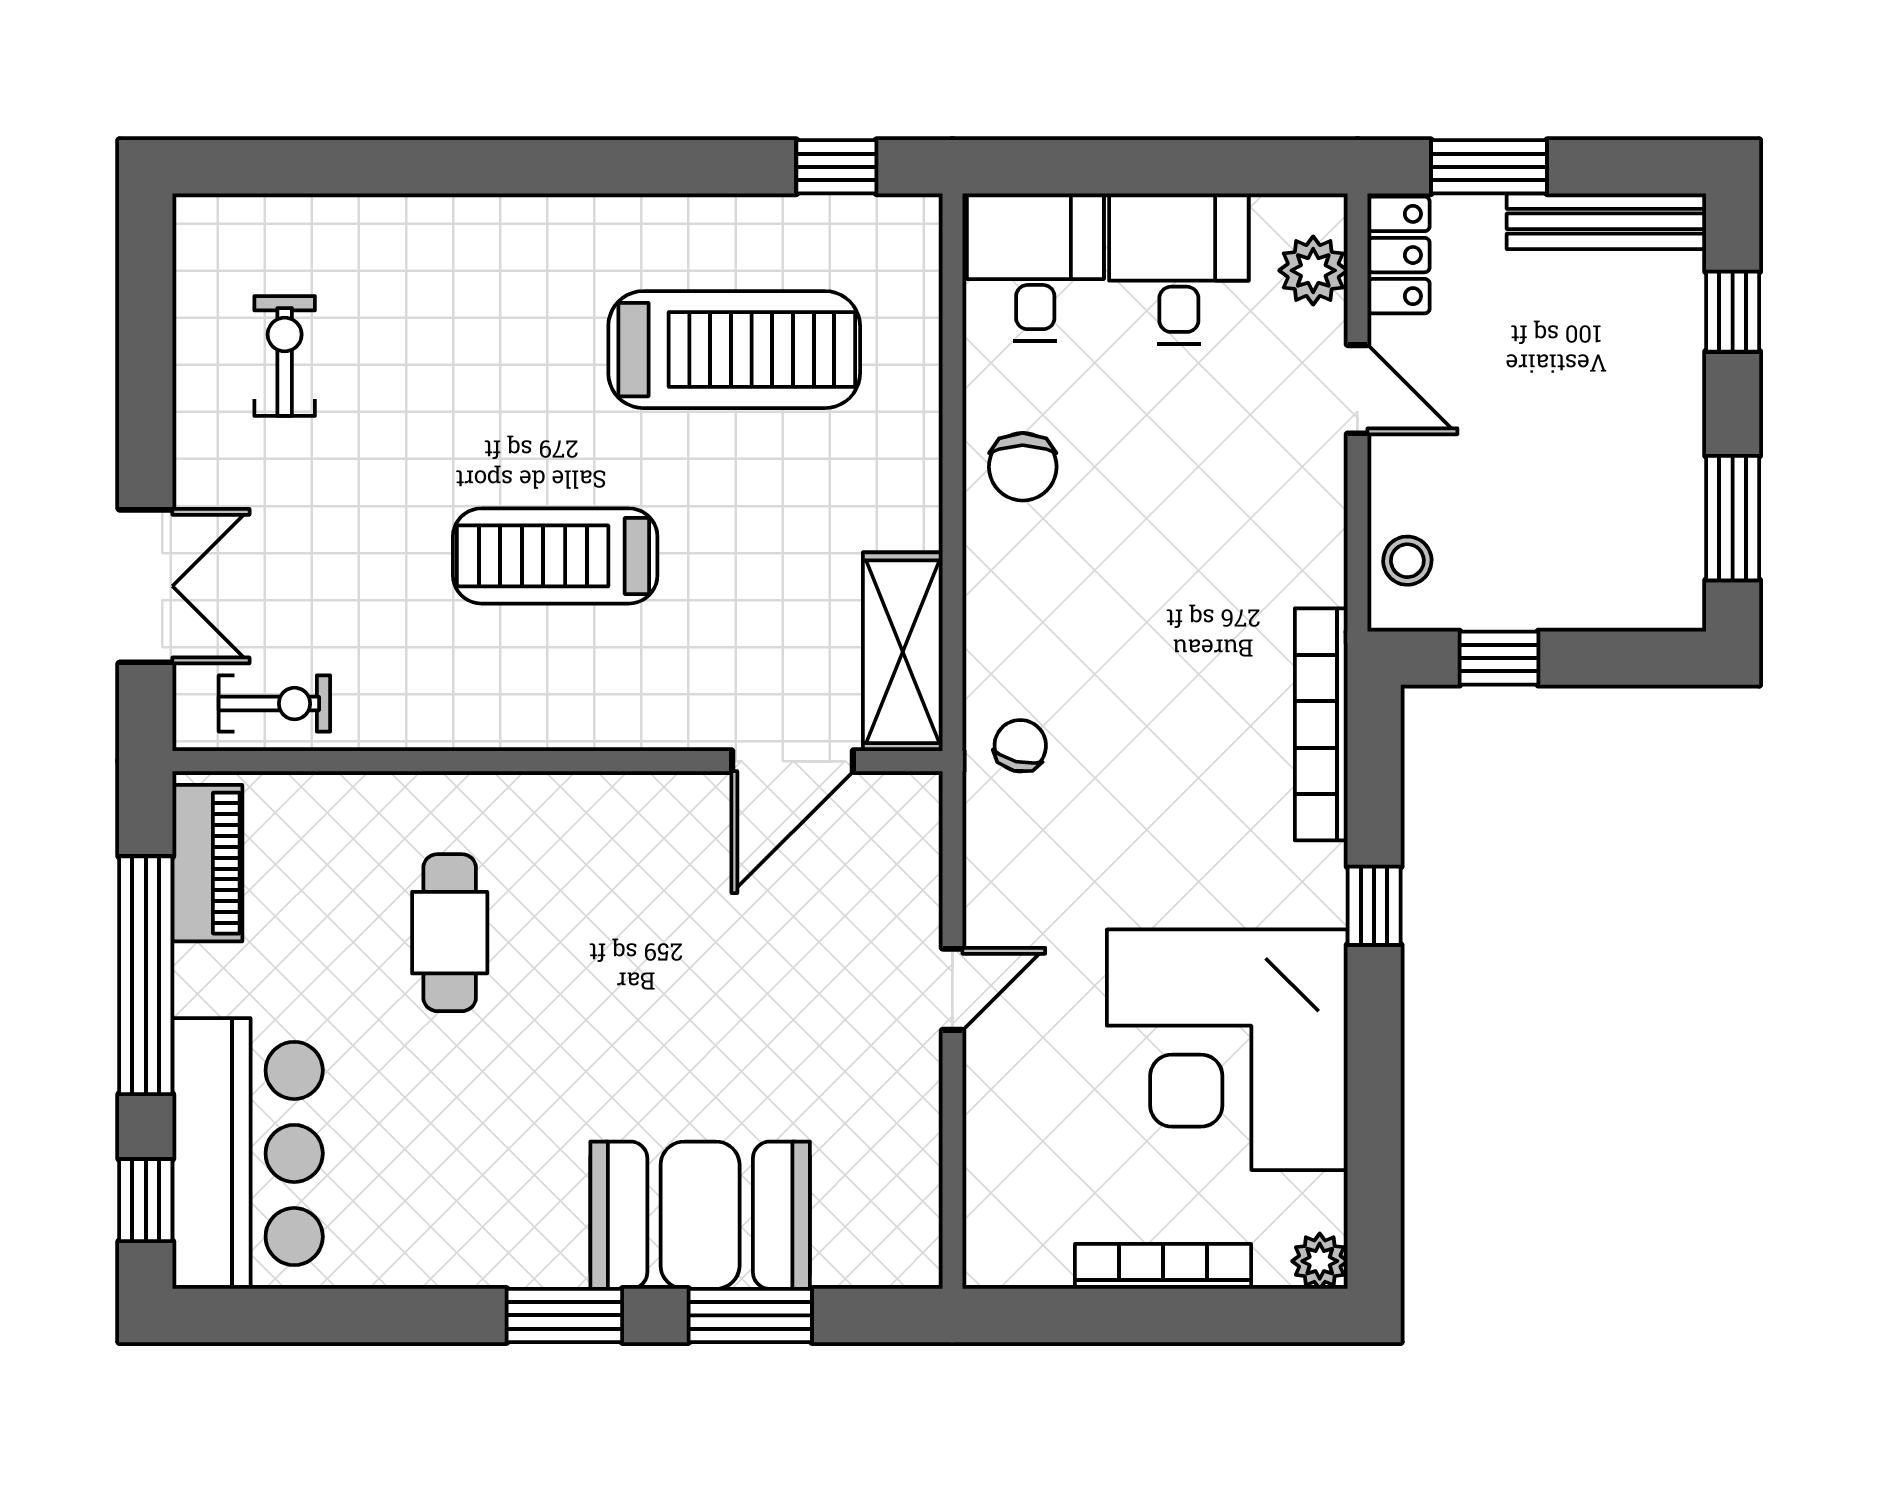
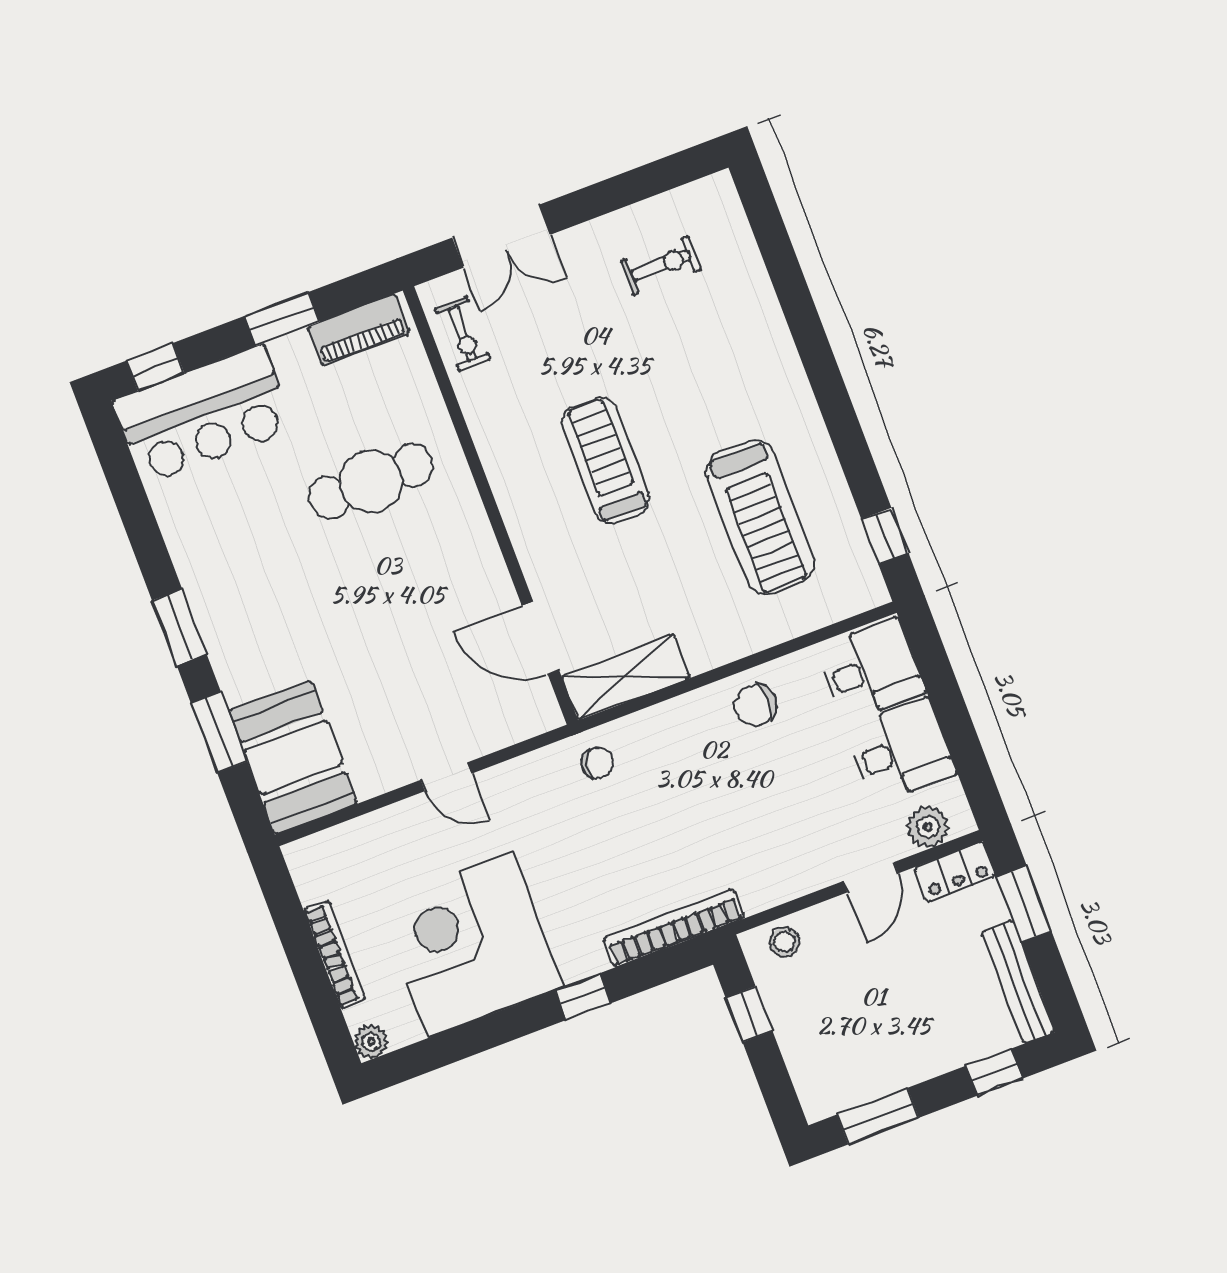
cafe table: (450, 933) -> (371, 481), width x1.37, depth x1.35
window: (146, 975) -> (282, 319), width x0.47
booth: (700, 1215) -> (293, 757), moved

